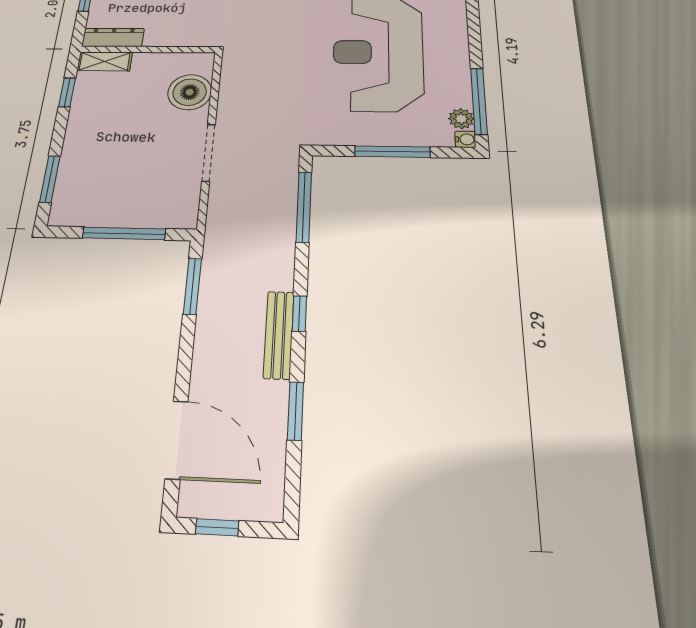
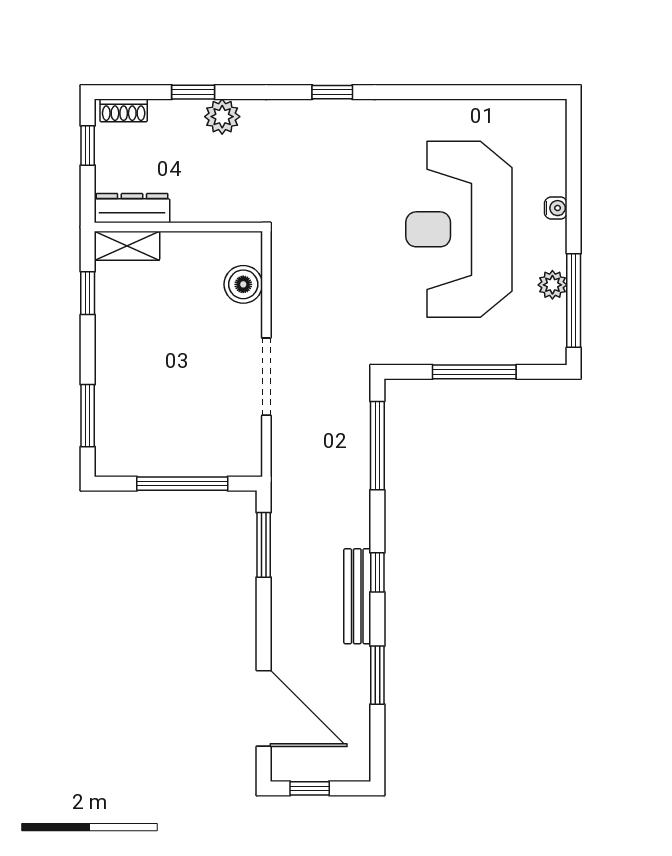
boiler: (190, 92) -> (243, 284), width x0.73, depth x0.73
plant: (461, 119) -> (552, 285), moved
water cooler: (465, 139) -> (556, 208), moved

